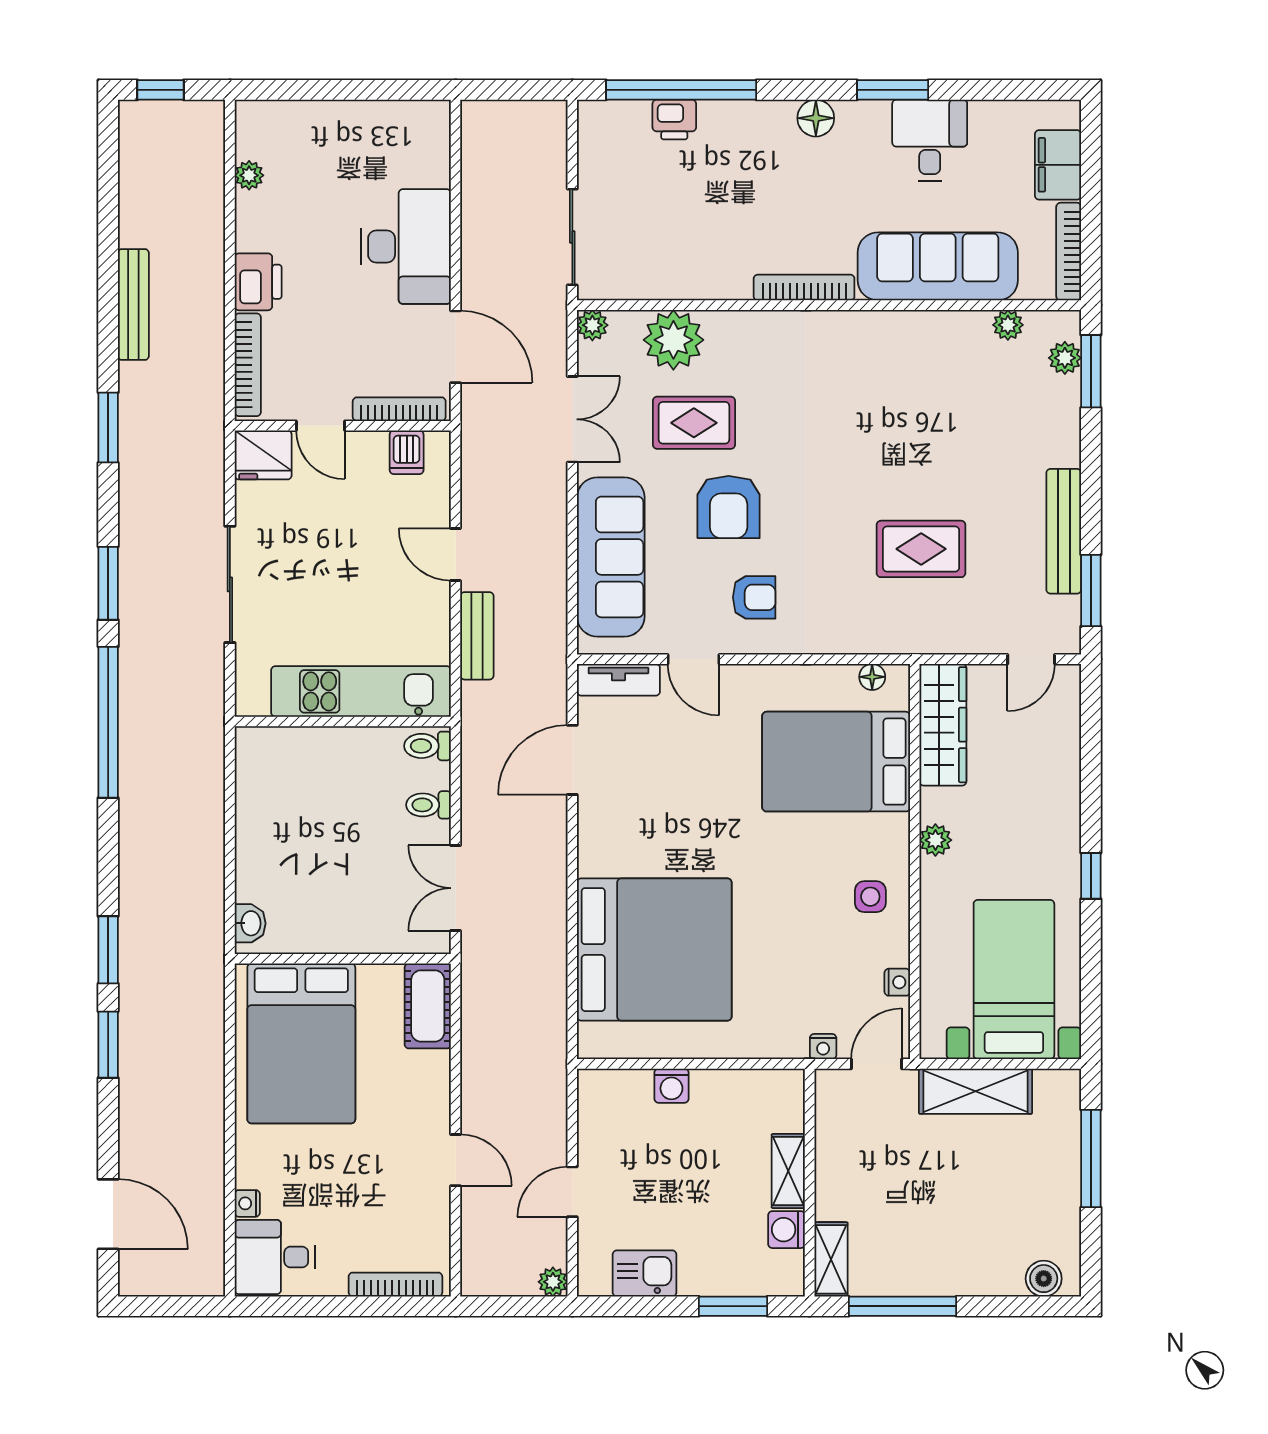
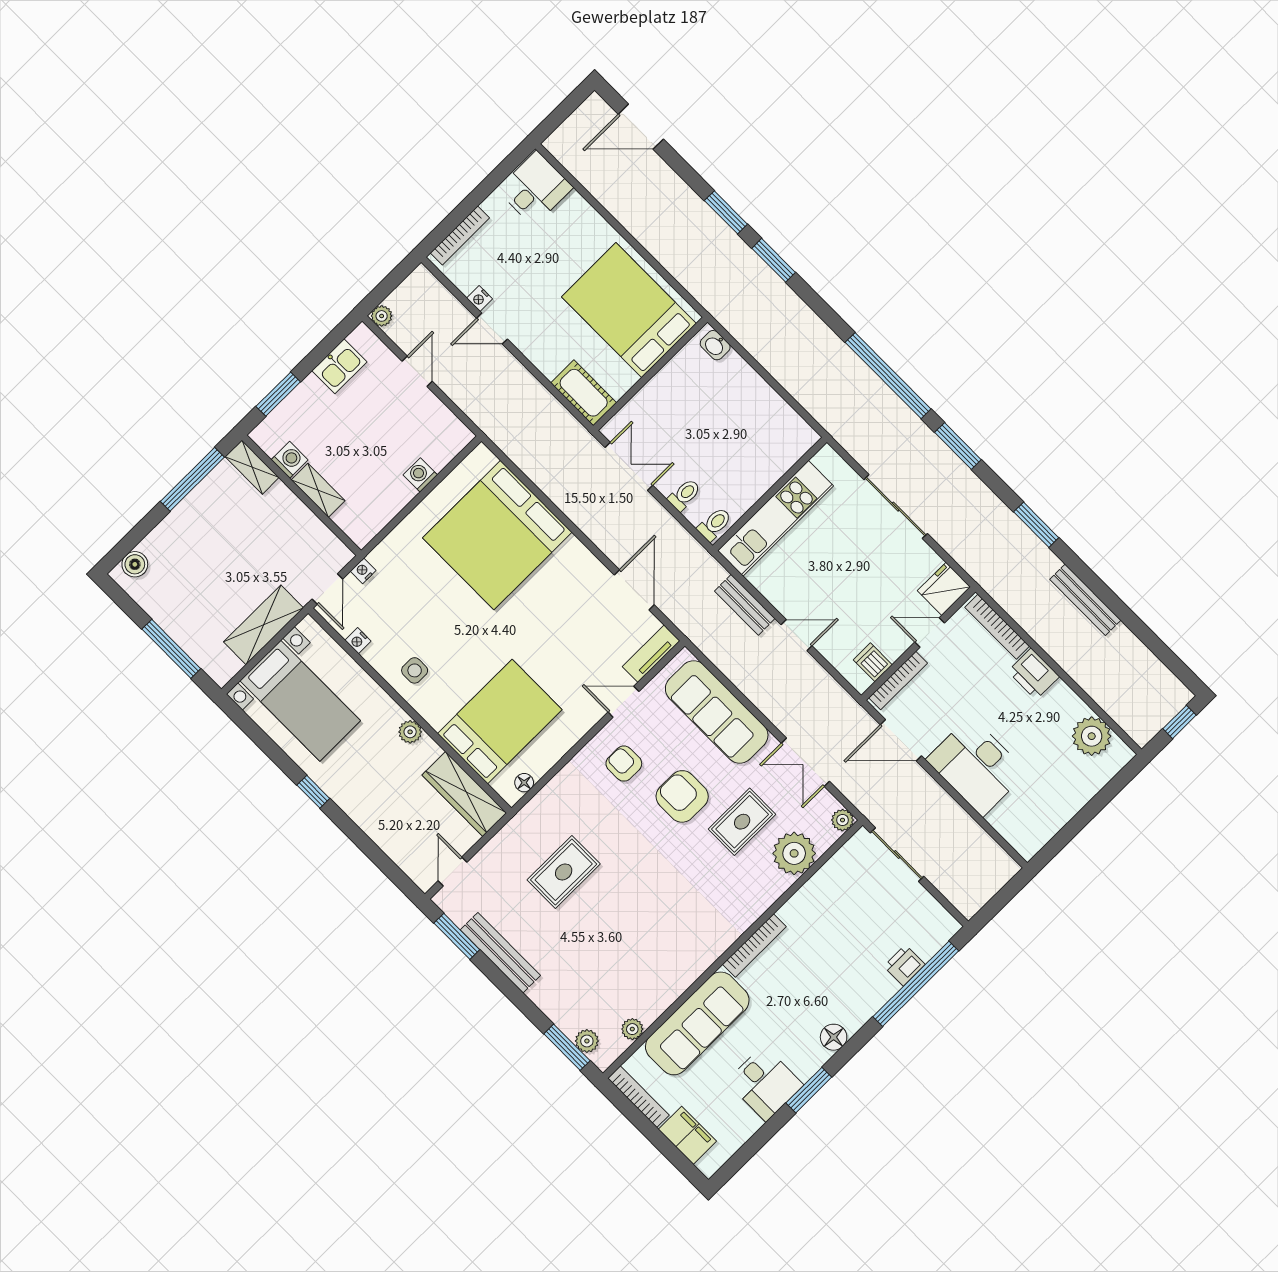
plant: (249, 175) -> (1092, 736), width x1.87, depth x1.87
armchair: (754, 597) -> (624, 764), turned 90
nightstand: (247, 1203) -> (480, 298), moved, turned 180

